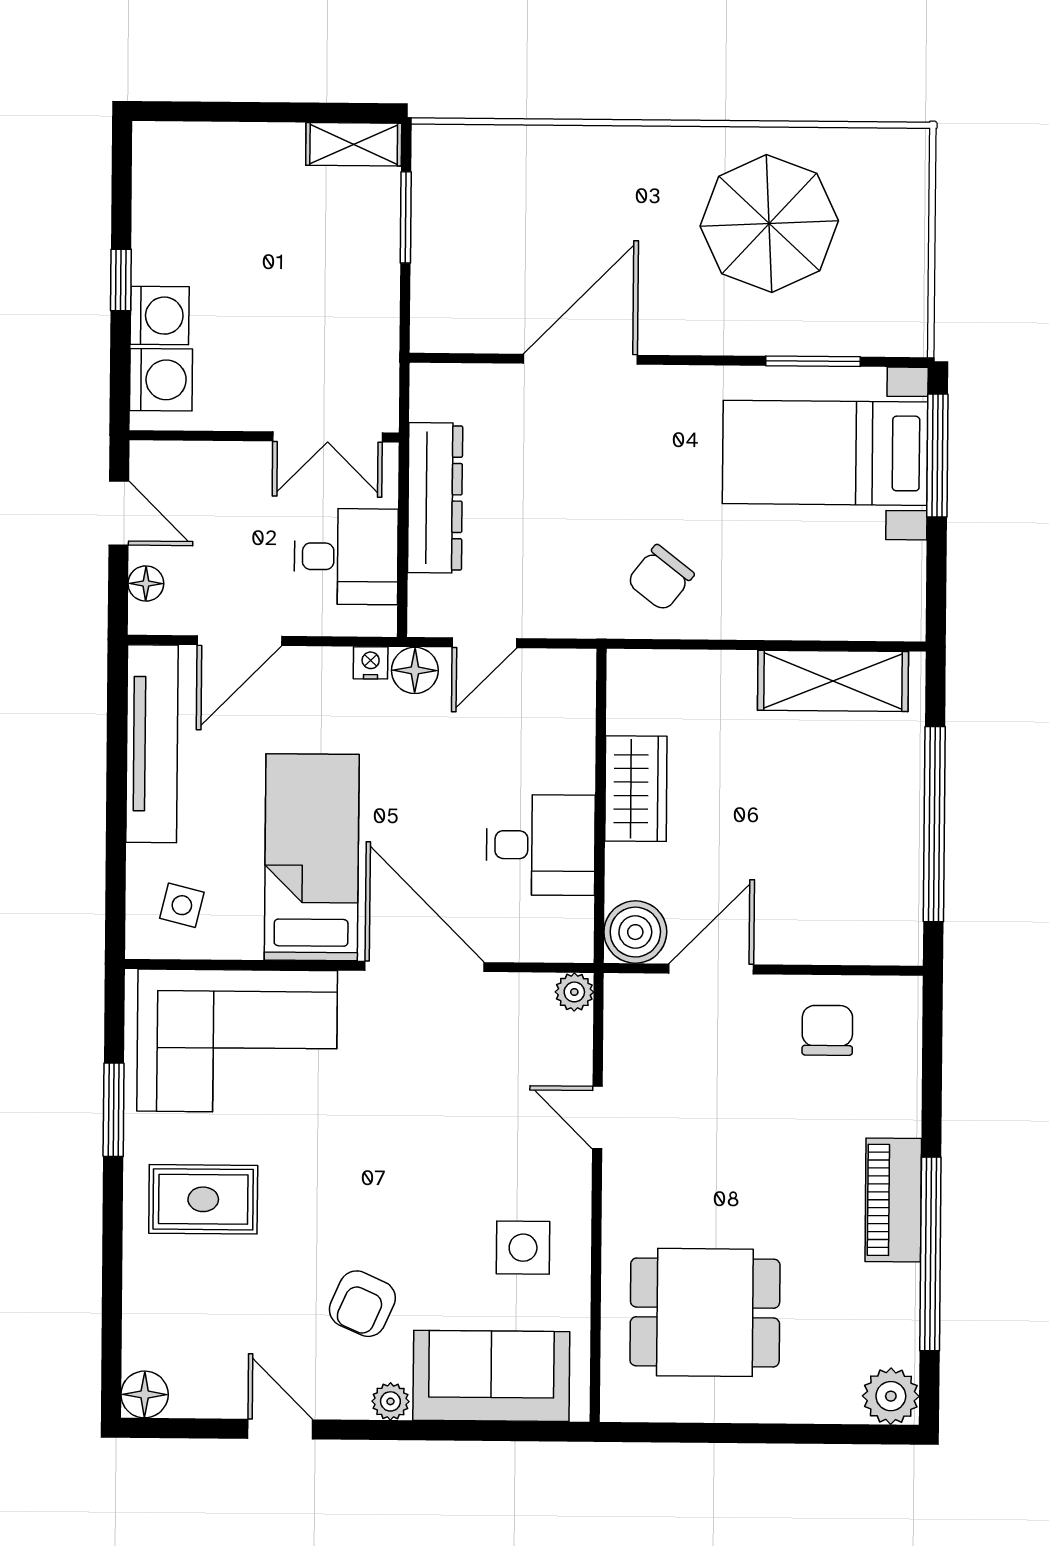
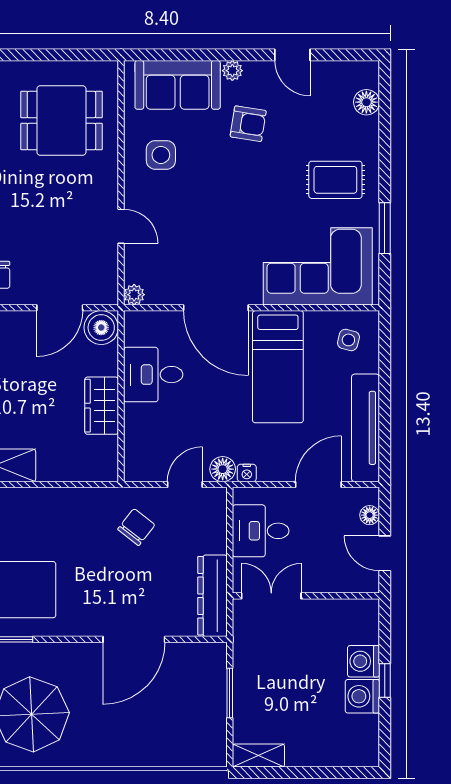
window: (406, 217) -> (230, 693), moved
washing machine: (161, 380) -> (362, 696), moved
dresser: (435, 498) -> (212, 596), moved
chair: (661, 578) -> (136, 527), moved
armchair: (362, 1304) -> (248, 124), turned 75
floor lamp: (145, 1394) -> (366, 102), moved

